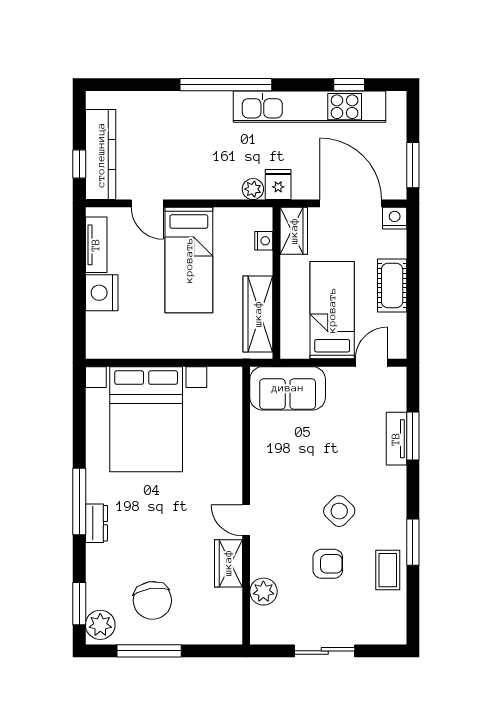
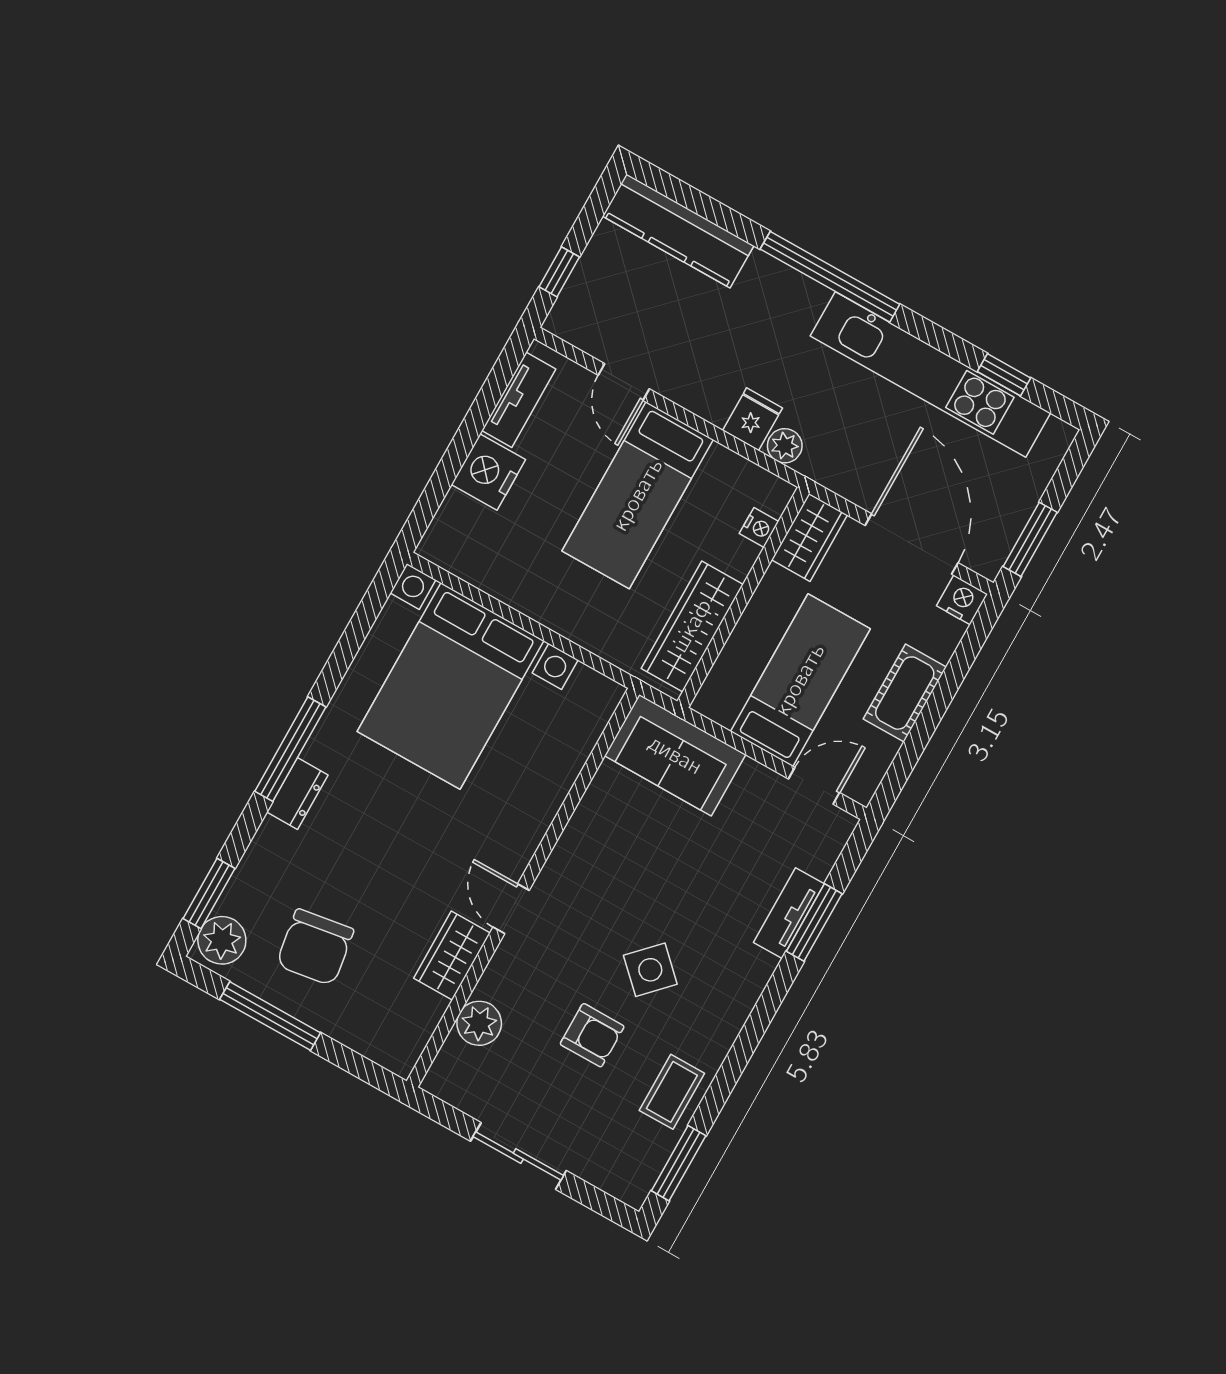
kitchen counter: (101, 155) -> (678, 231), moved, turned 90
fridge: (278, 185) -> (753, 419), moved
window: (413, 542) -> (679, 1163), moved

